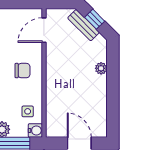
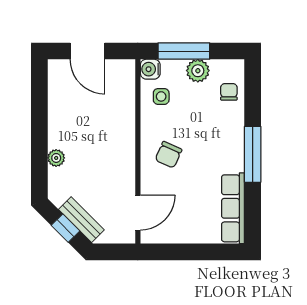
chair: (23, 71) -> (168, 155), turned -66

